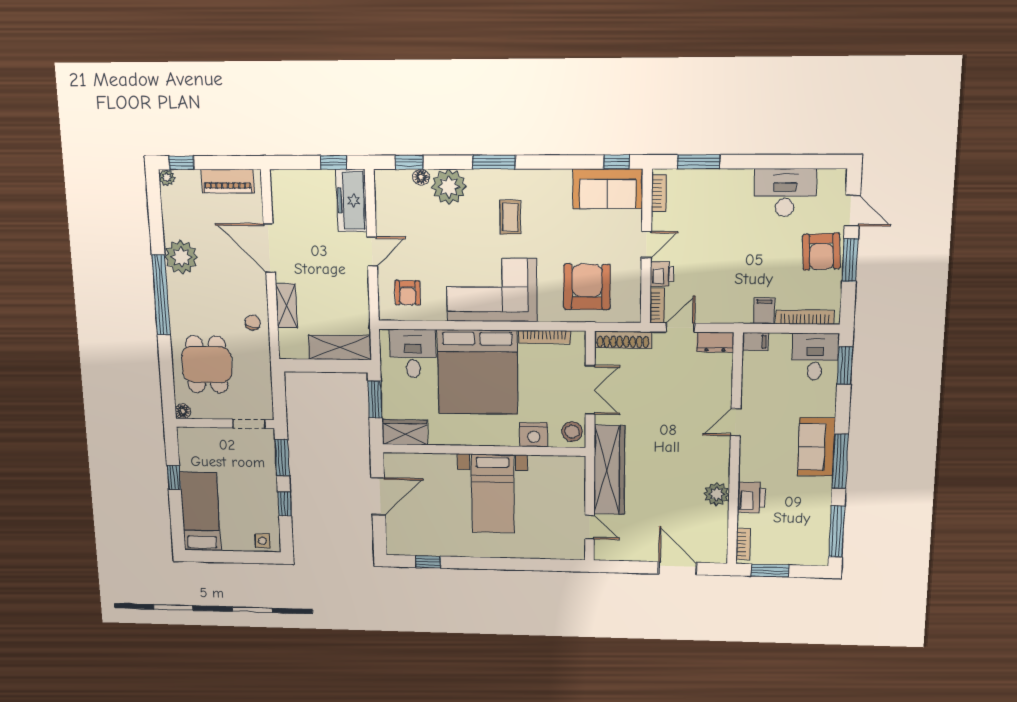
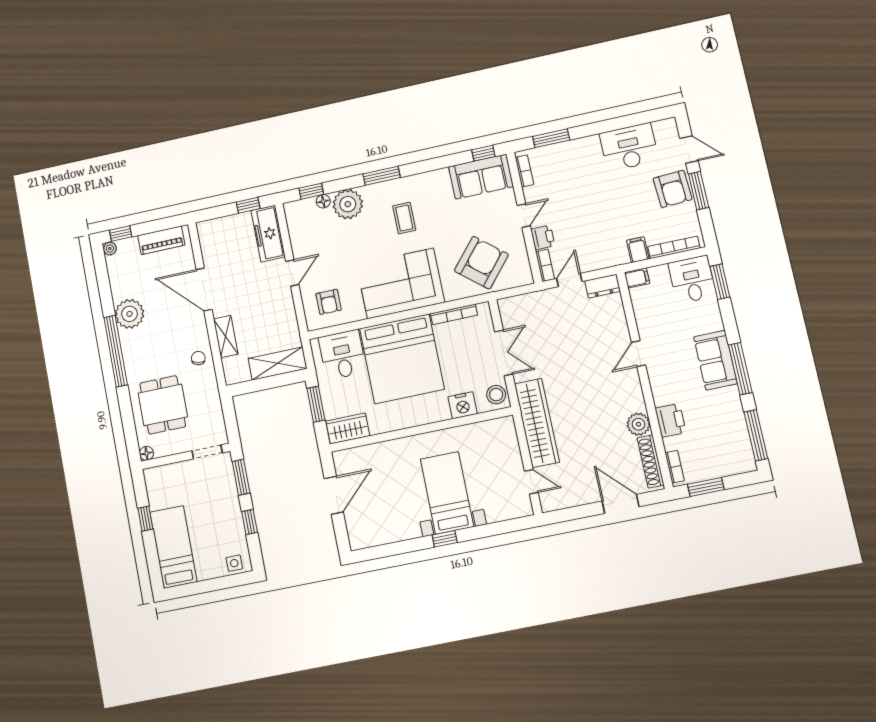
armchair: (587, 287) -> (481, 263), turned 40
shoe rack: (623, 340) -> (651, 461), moved, turned 90
bed with nightstands: (493, 494) -> (447, 493), moved, turned 180
window: (428, 562) -> (445, 539), moved

